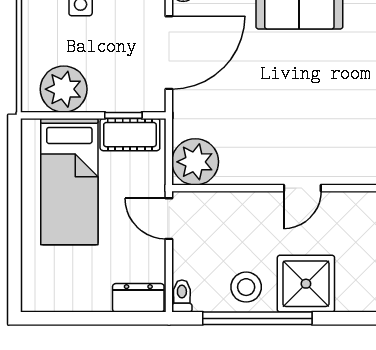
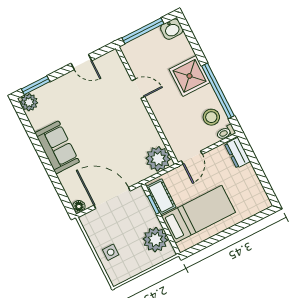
door: (302, 188) -> (138, 89), moved
stool: (246, 287) -> (211, 117), moved

